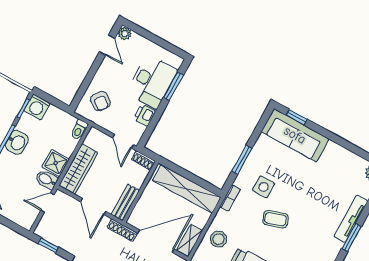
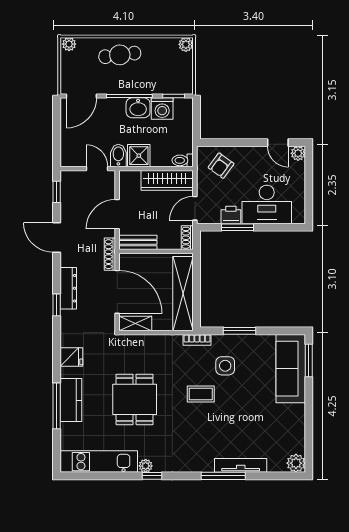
door: (107, 45) -> (278, 143), hinge flipped
window: (173, 86) -> (238, 227), moved
washing machine: (37, 107) -> (162, 108), moved, turned -90
window: (297, 117) -> (309, 360), width x1.50
wardrobe: (78, 169) -> (167, 180), moved
coffee table: (275, 219) -> (201, 394), turned -72
window: (352, 237) -> (223, 476), width x1.44
stool: (219, 239) -> (152, 350), removed

